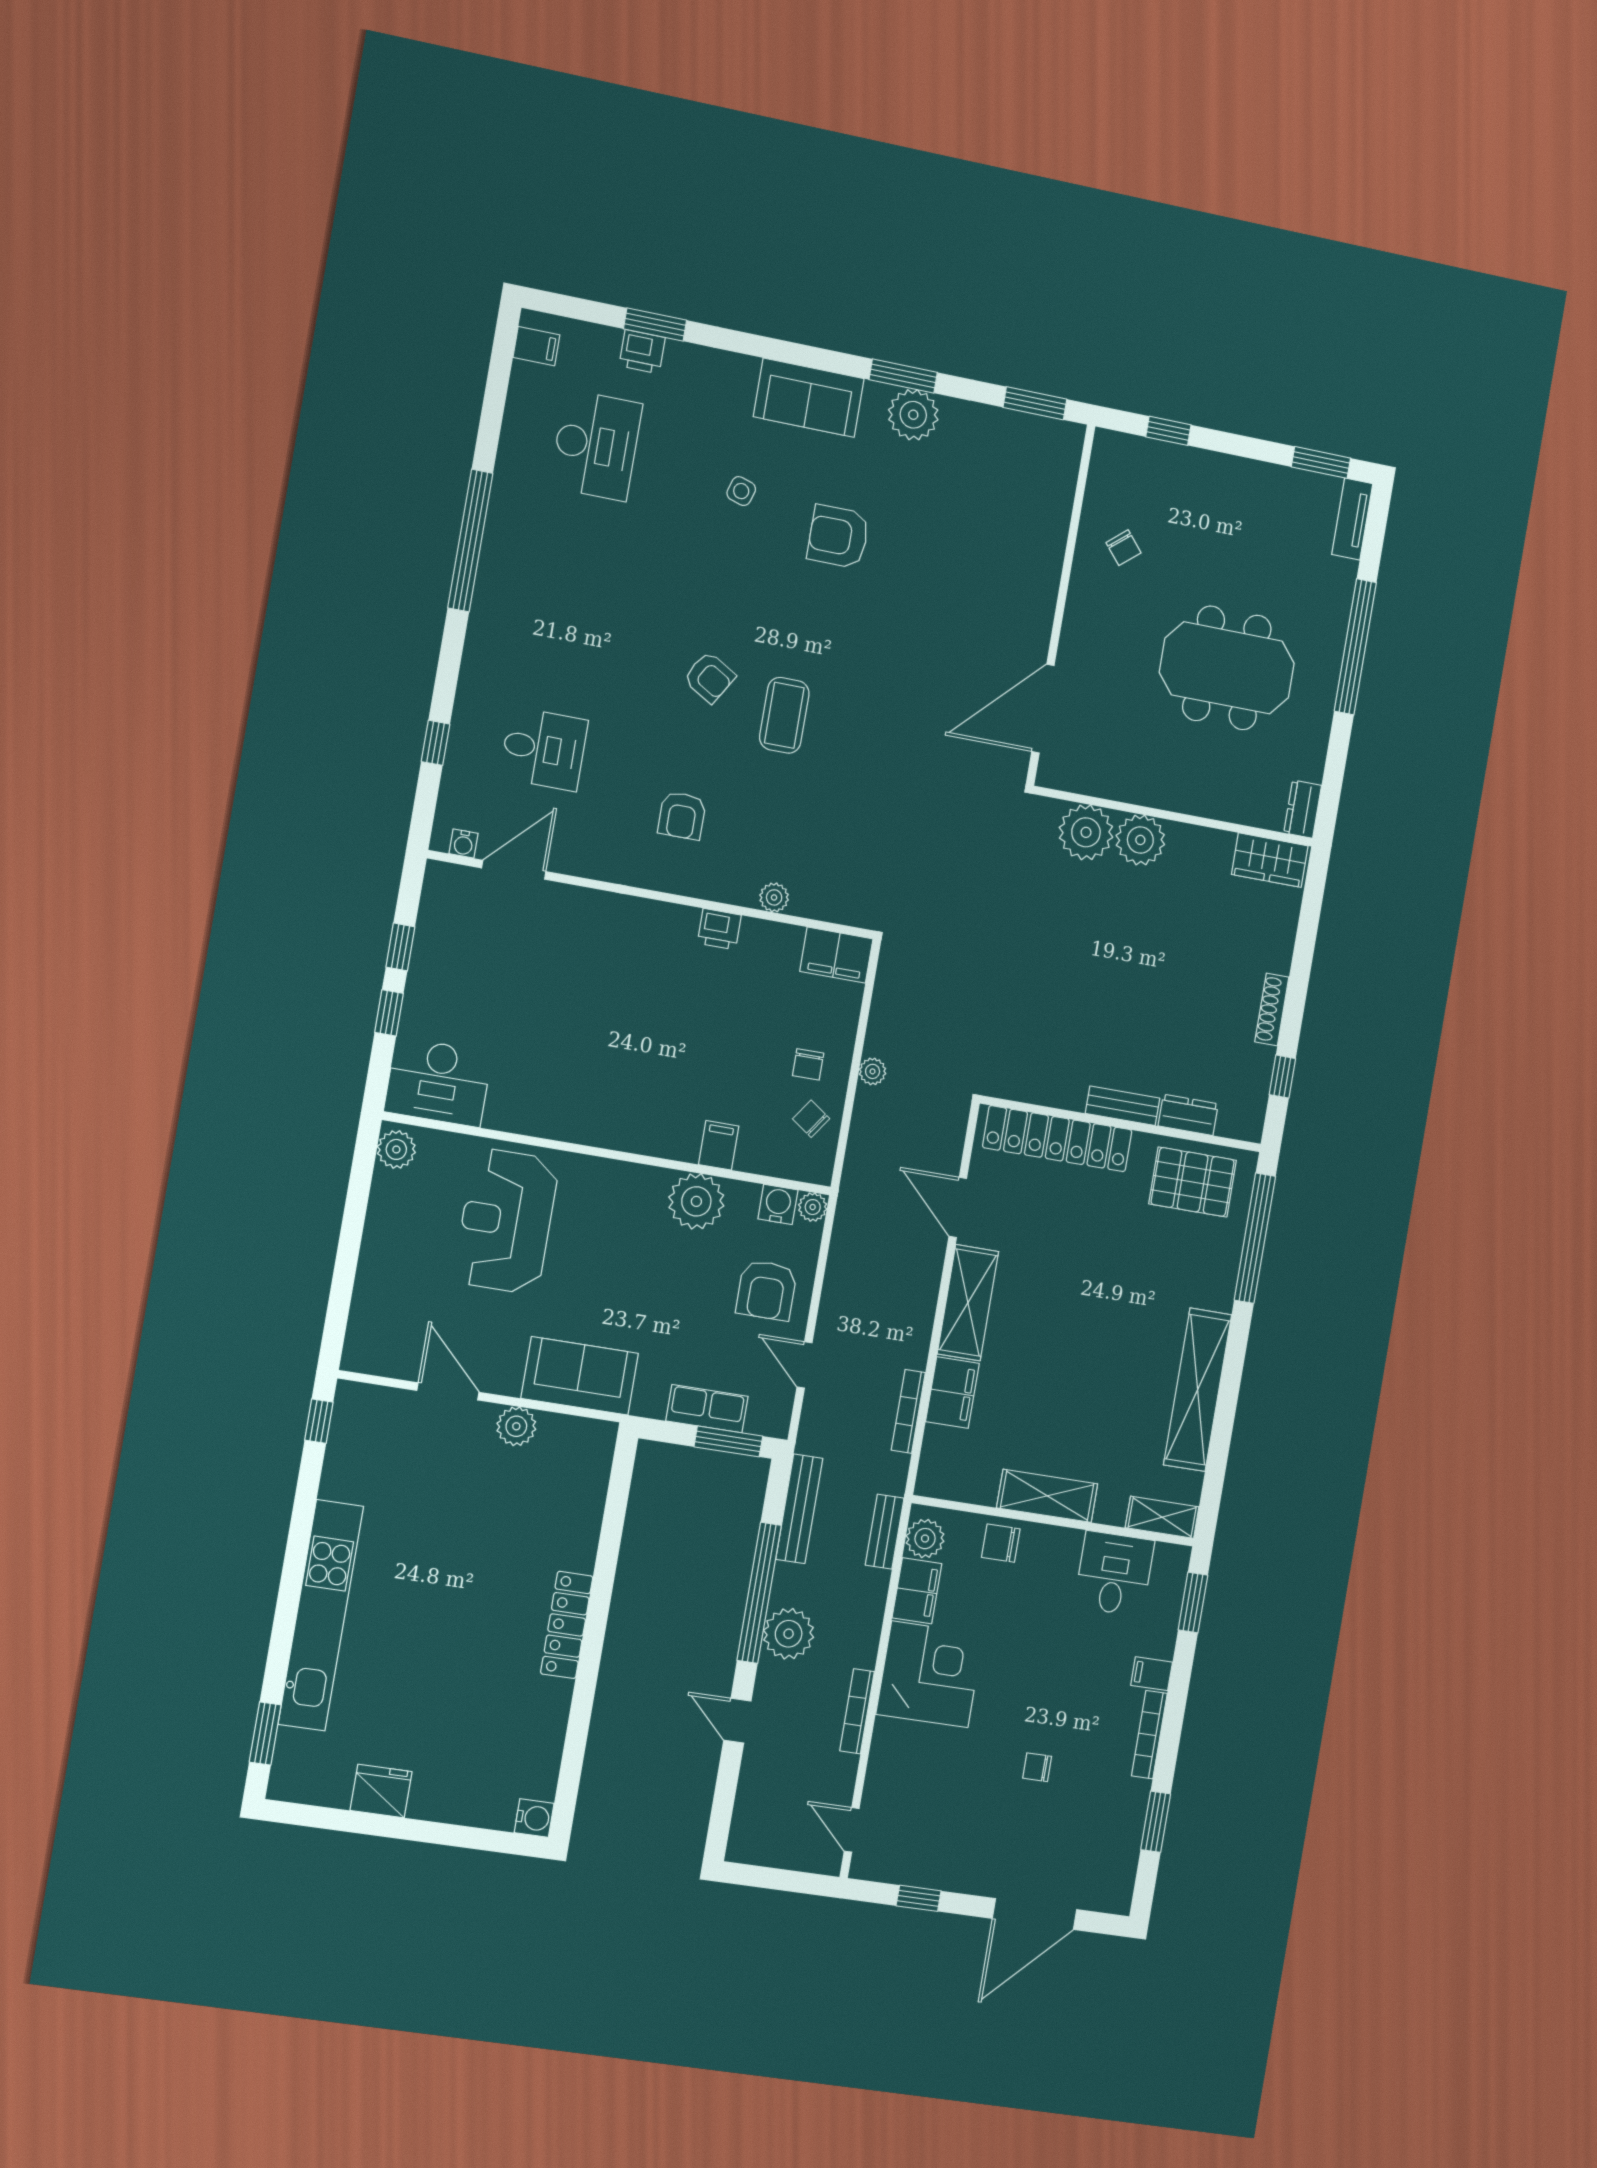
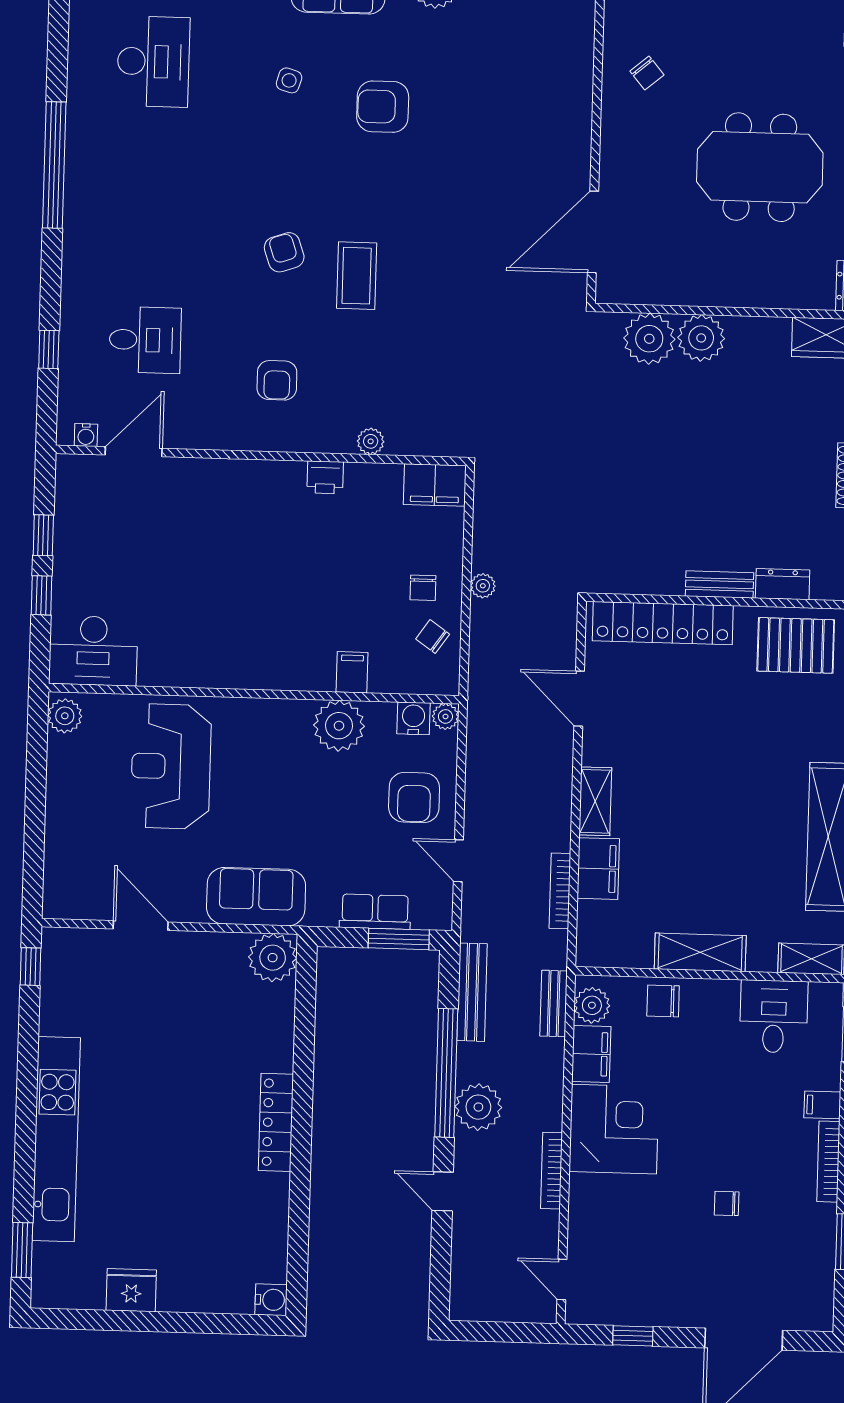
armchair: (709, 677) -> (284, 252), turned -140
shelving: (968, 1303) -> (595, 801), width x0.67, depth x0.75
plant: (516, 1426) -> (273, 958), moved, width x1.36, depth x1.36

